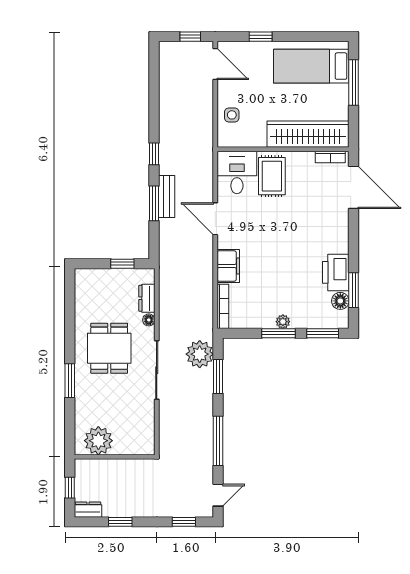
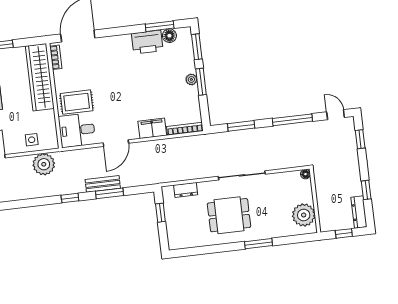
floor lamp: (149, 320) -> (305, 174), moved
plant: (200, 354) -> (44, 164), moved
dresser: (88, 510) -> (359, 212), width x1.44

